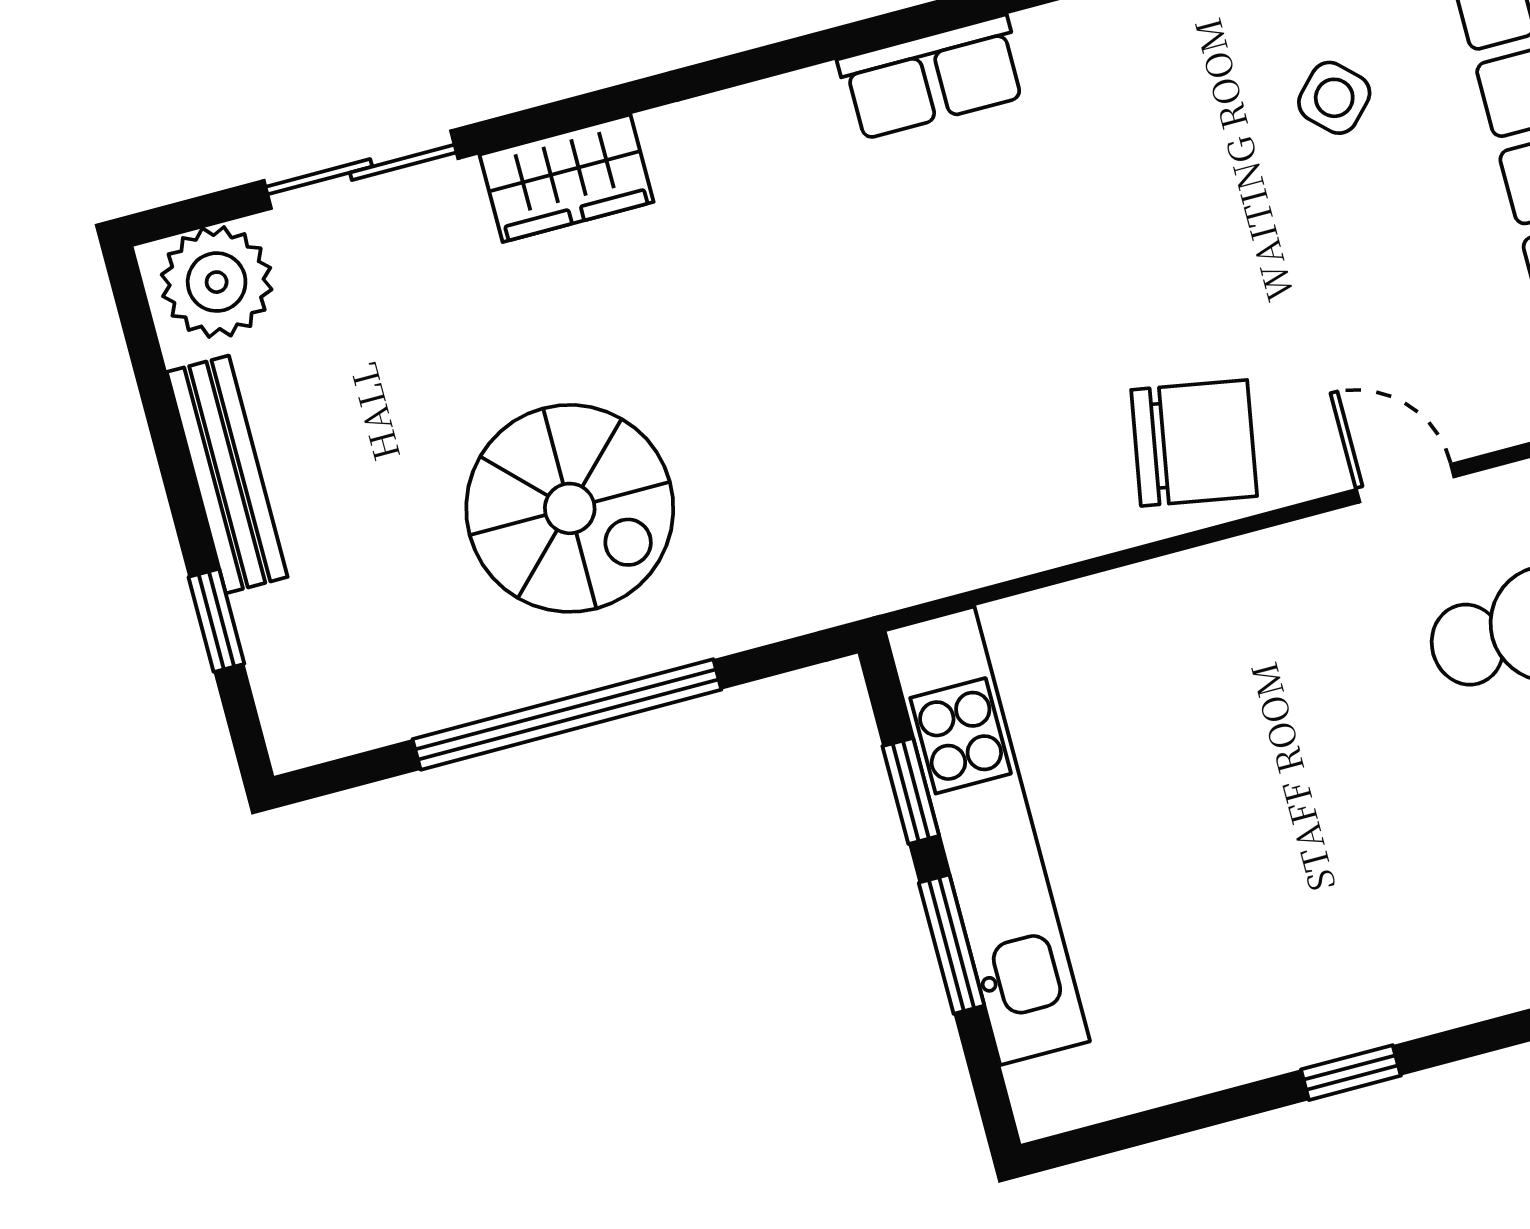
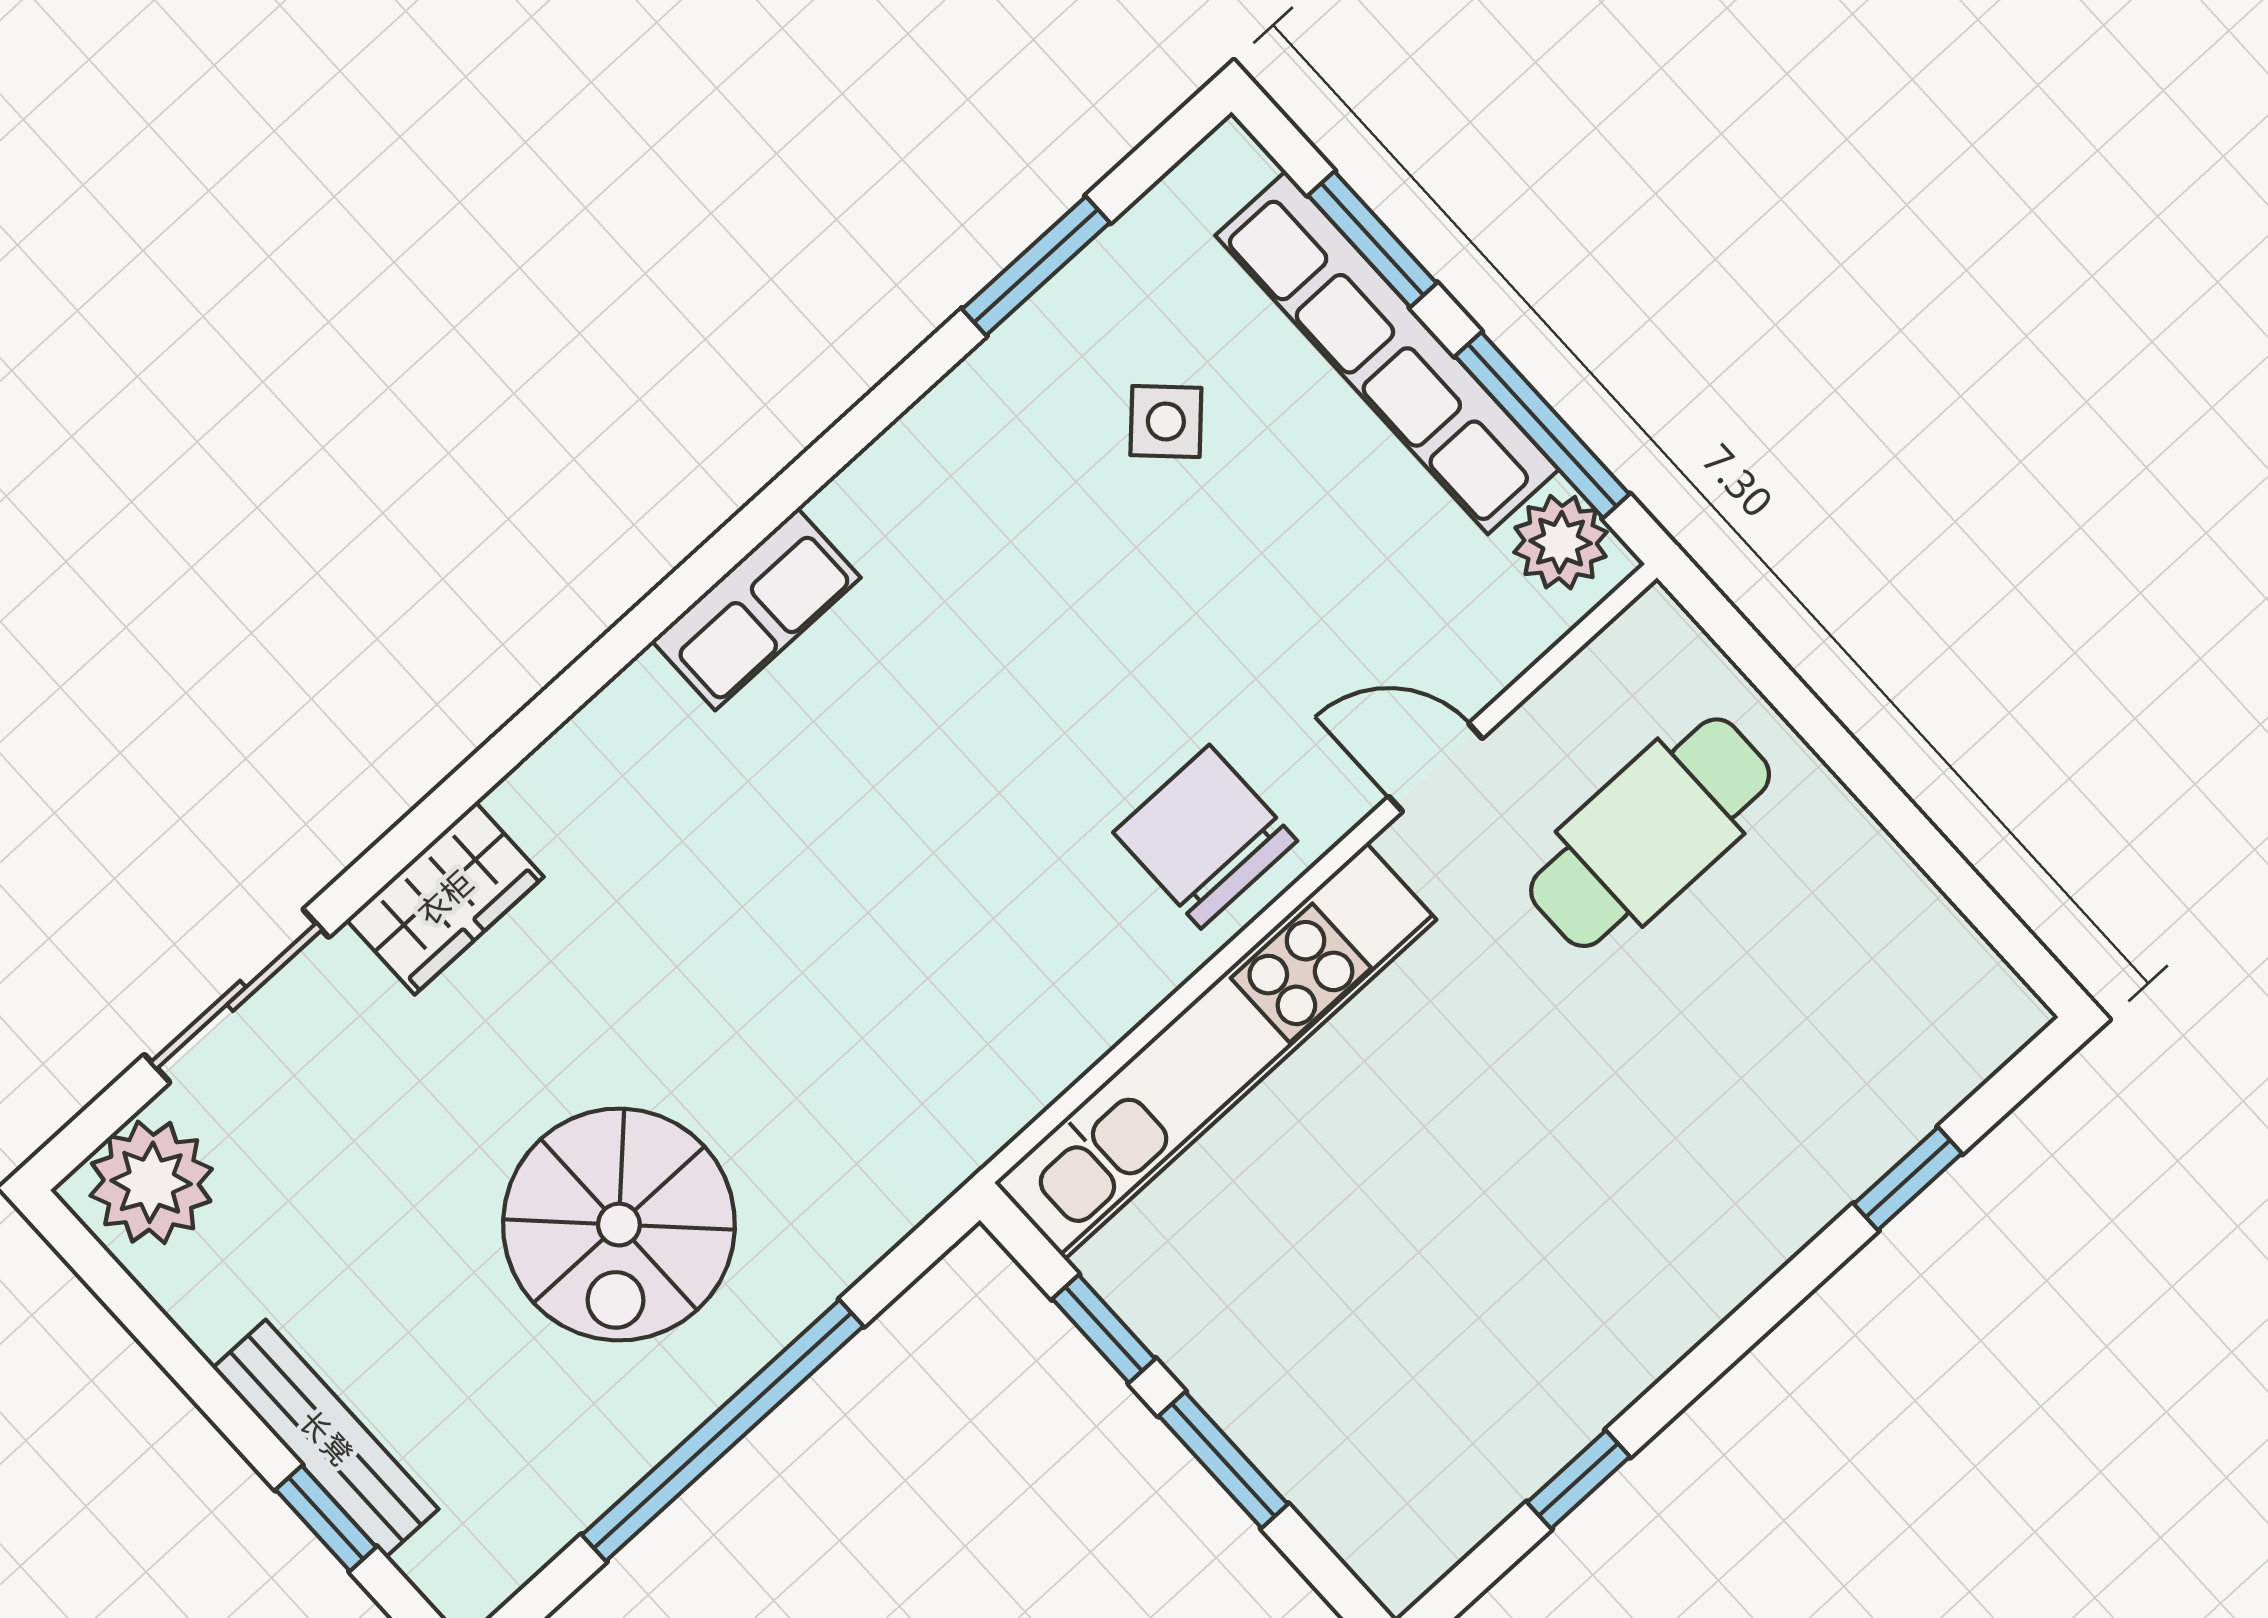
chair: (1194, 443) -> (1205, 837), turned -100
bench: (227, 474) -> (326, 1438), moved
spiral stairs: (570, 508) -> (619, 1225), turned 90
kitchen unit: (987, 836) -> (1215, 1051), moved, turned 90
window: (1351, 1073) -> (1578, 1480), moved

